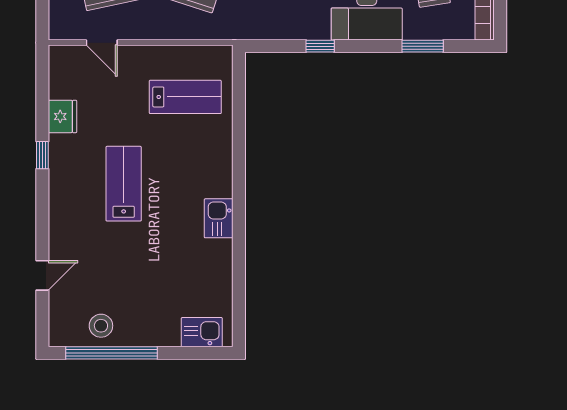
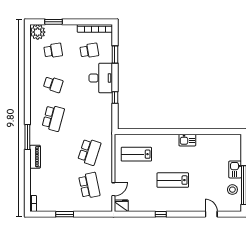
lab bench: (185, 97) -> (136, 154), turned -90
fridge: (62, 116) -> (121, 206), moved
kitchen sink: (202, 332) -> (235, 169), moved

